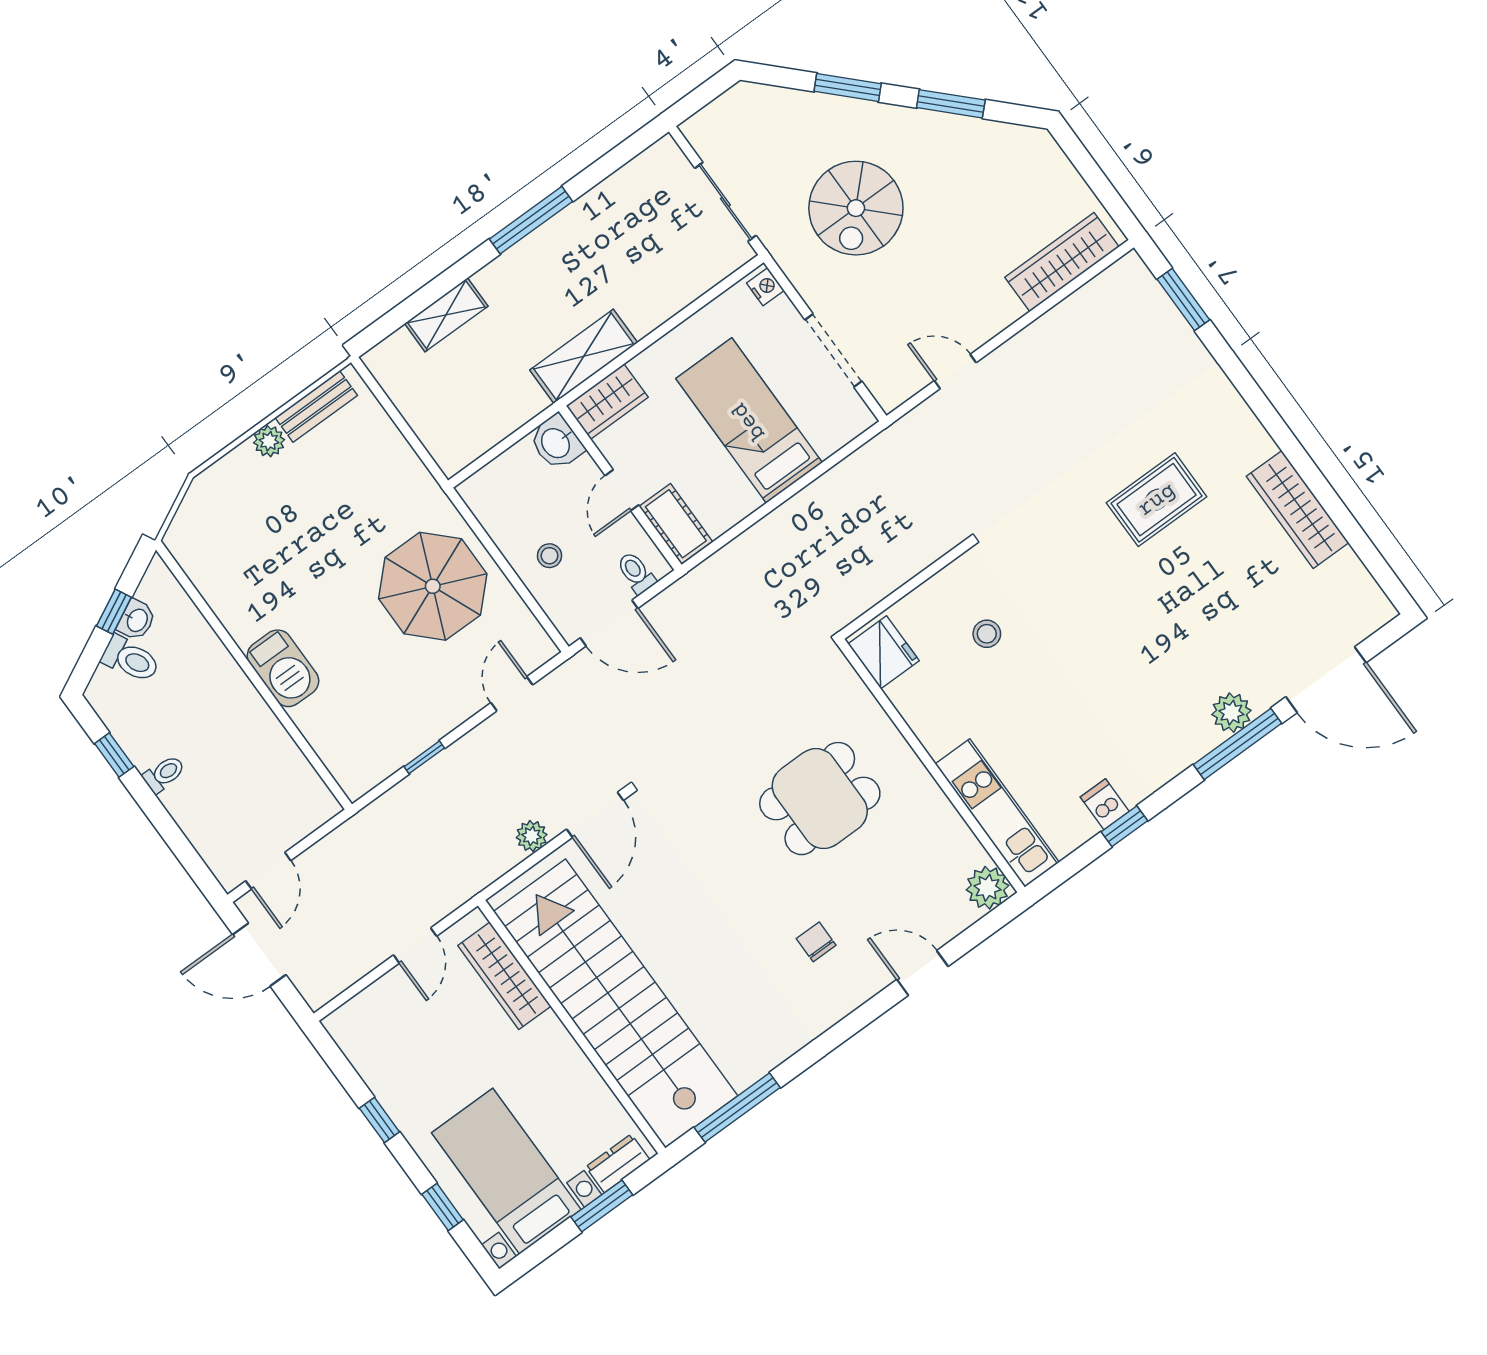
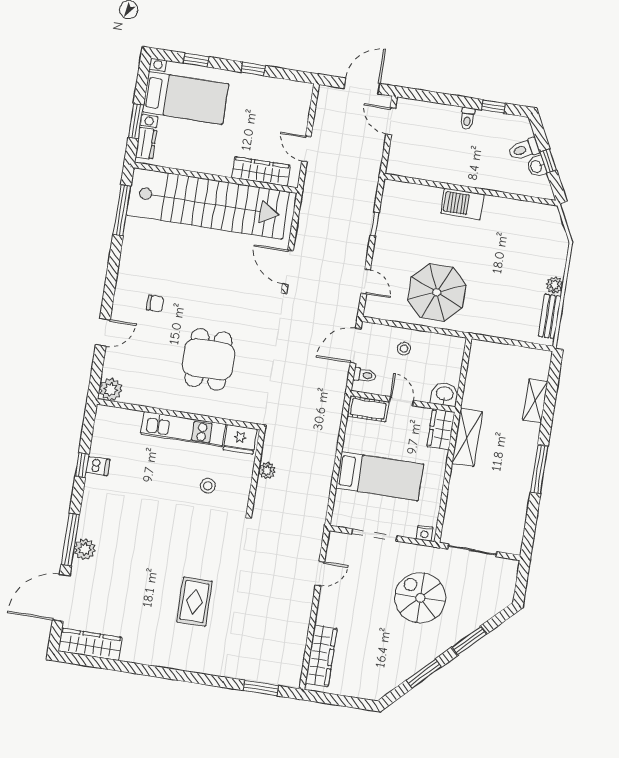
wardrobe: (1298, 510) -> (90, 644), moved
kitchen unit: (997, 813) -> (183, 429), moved
plant: (532, 836) -> (267, 471), moved

